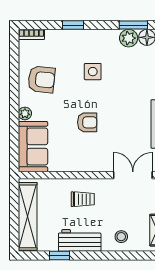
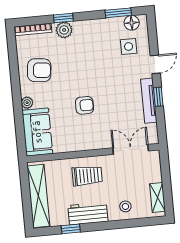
bookcase: (31, 34) -> (33, 29), width x1.56
plant: (129, 38) -> (64, 30), moved
side table: (93, 72) -> (129, 47), moved
trolley: (83, 199) -> (87, 176), width x1.36, depth x1.39

